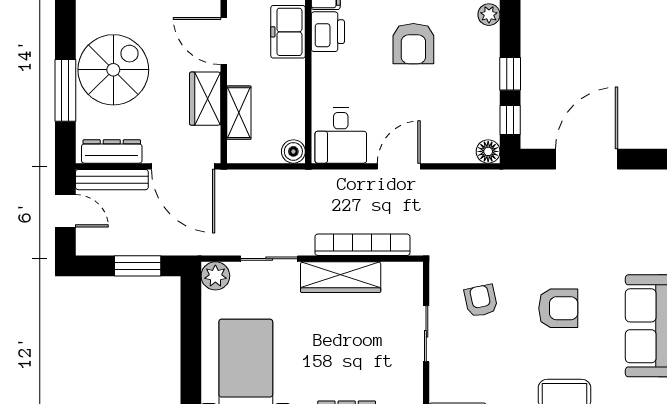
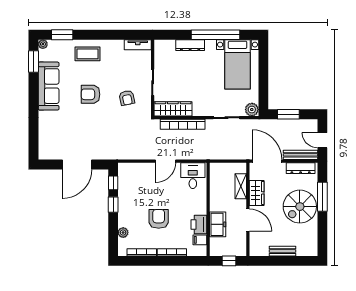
boiler: (293, 151) -> (215, 168), removed
floor lamp: (488, 151) -> (123, 168), removed
wardrobe: (341, 277) -> (173, 109), moved

